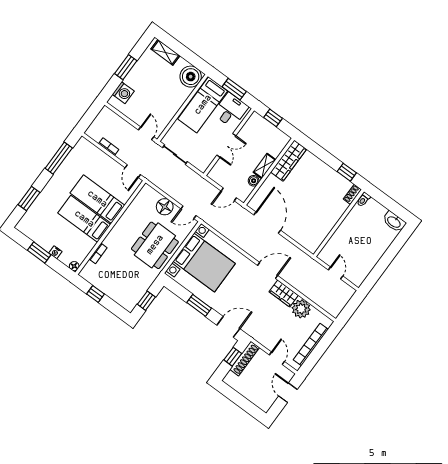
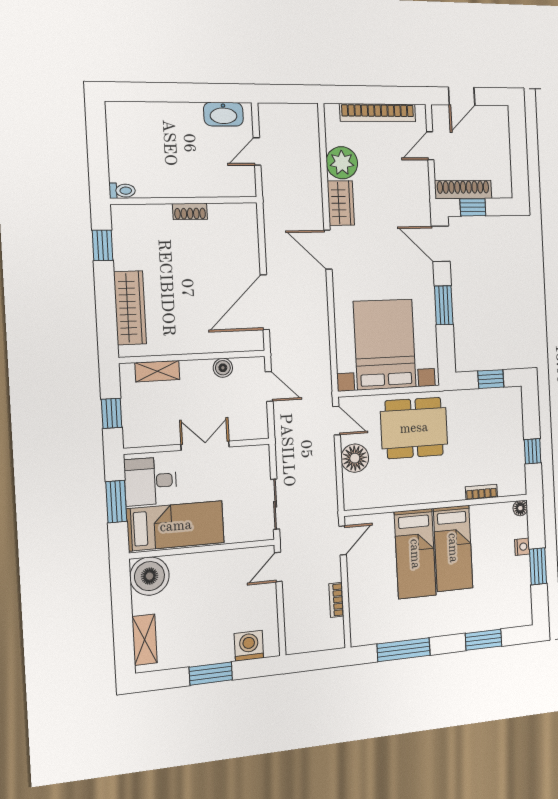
wardrobe: (289, 161) -> (130, 308), moved, turned 90
shelving: (264, 166) -> (157, 371), moved
shoe rack: (352, 194) -> (190, 211), moved
washbasin: (394, 222) -> (223, 114), moved, turned 90

